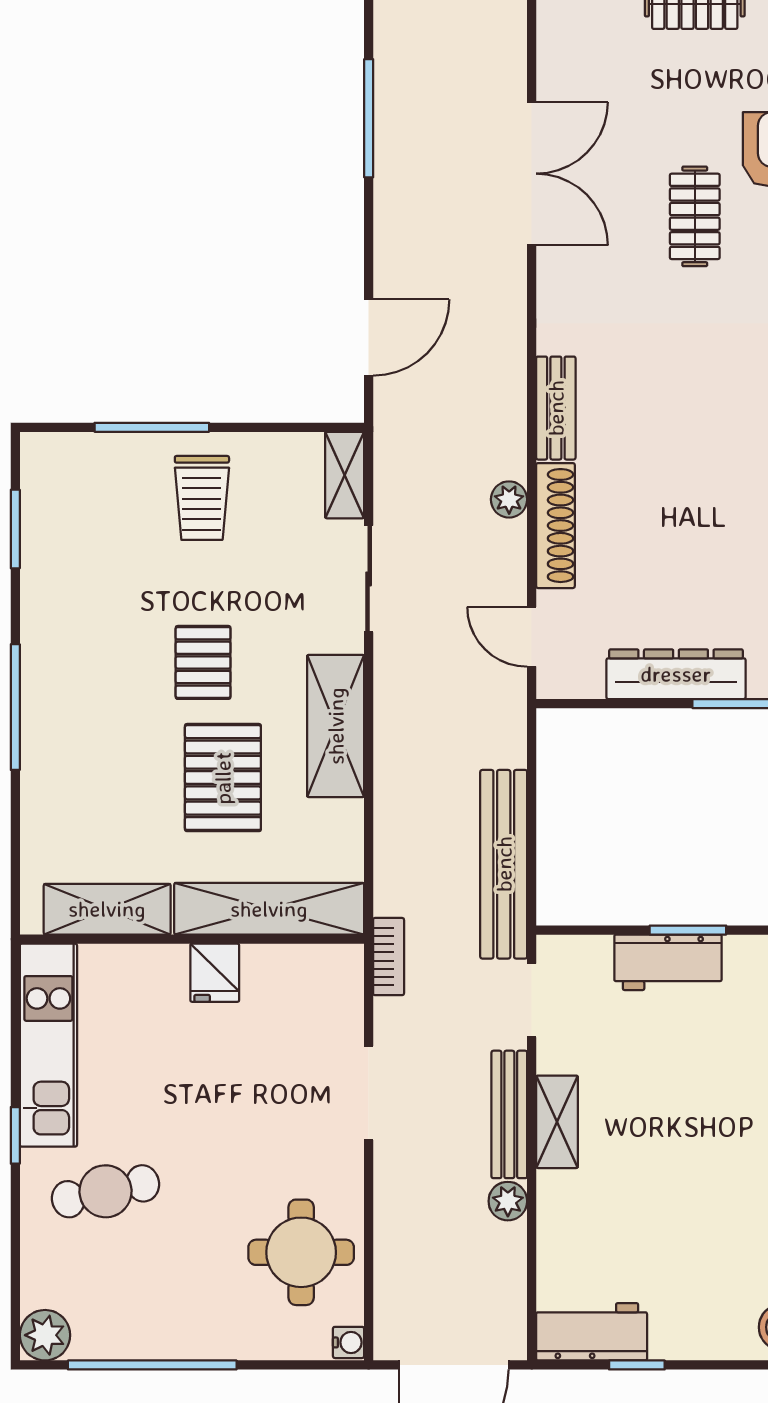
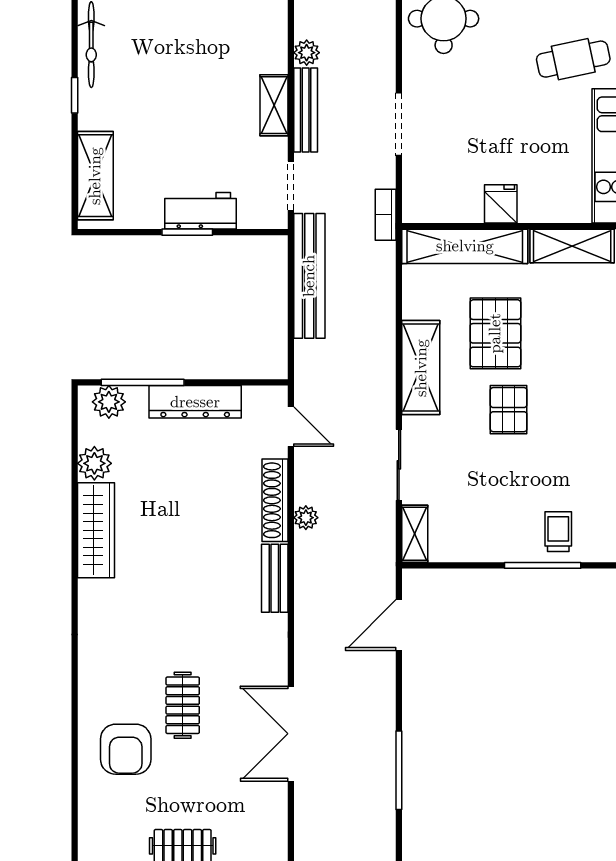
trolley: (202, 498) -> (558, 532), moved, width x0.73, depth x0.72

